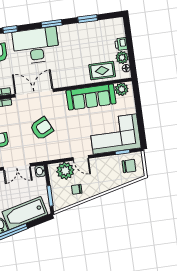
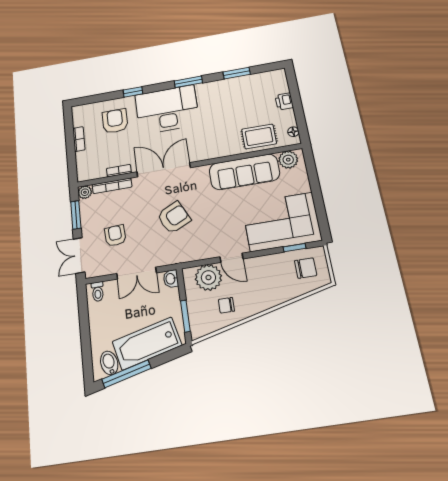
plant: (122, 58) -> (287, 118), removed

